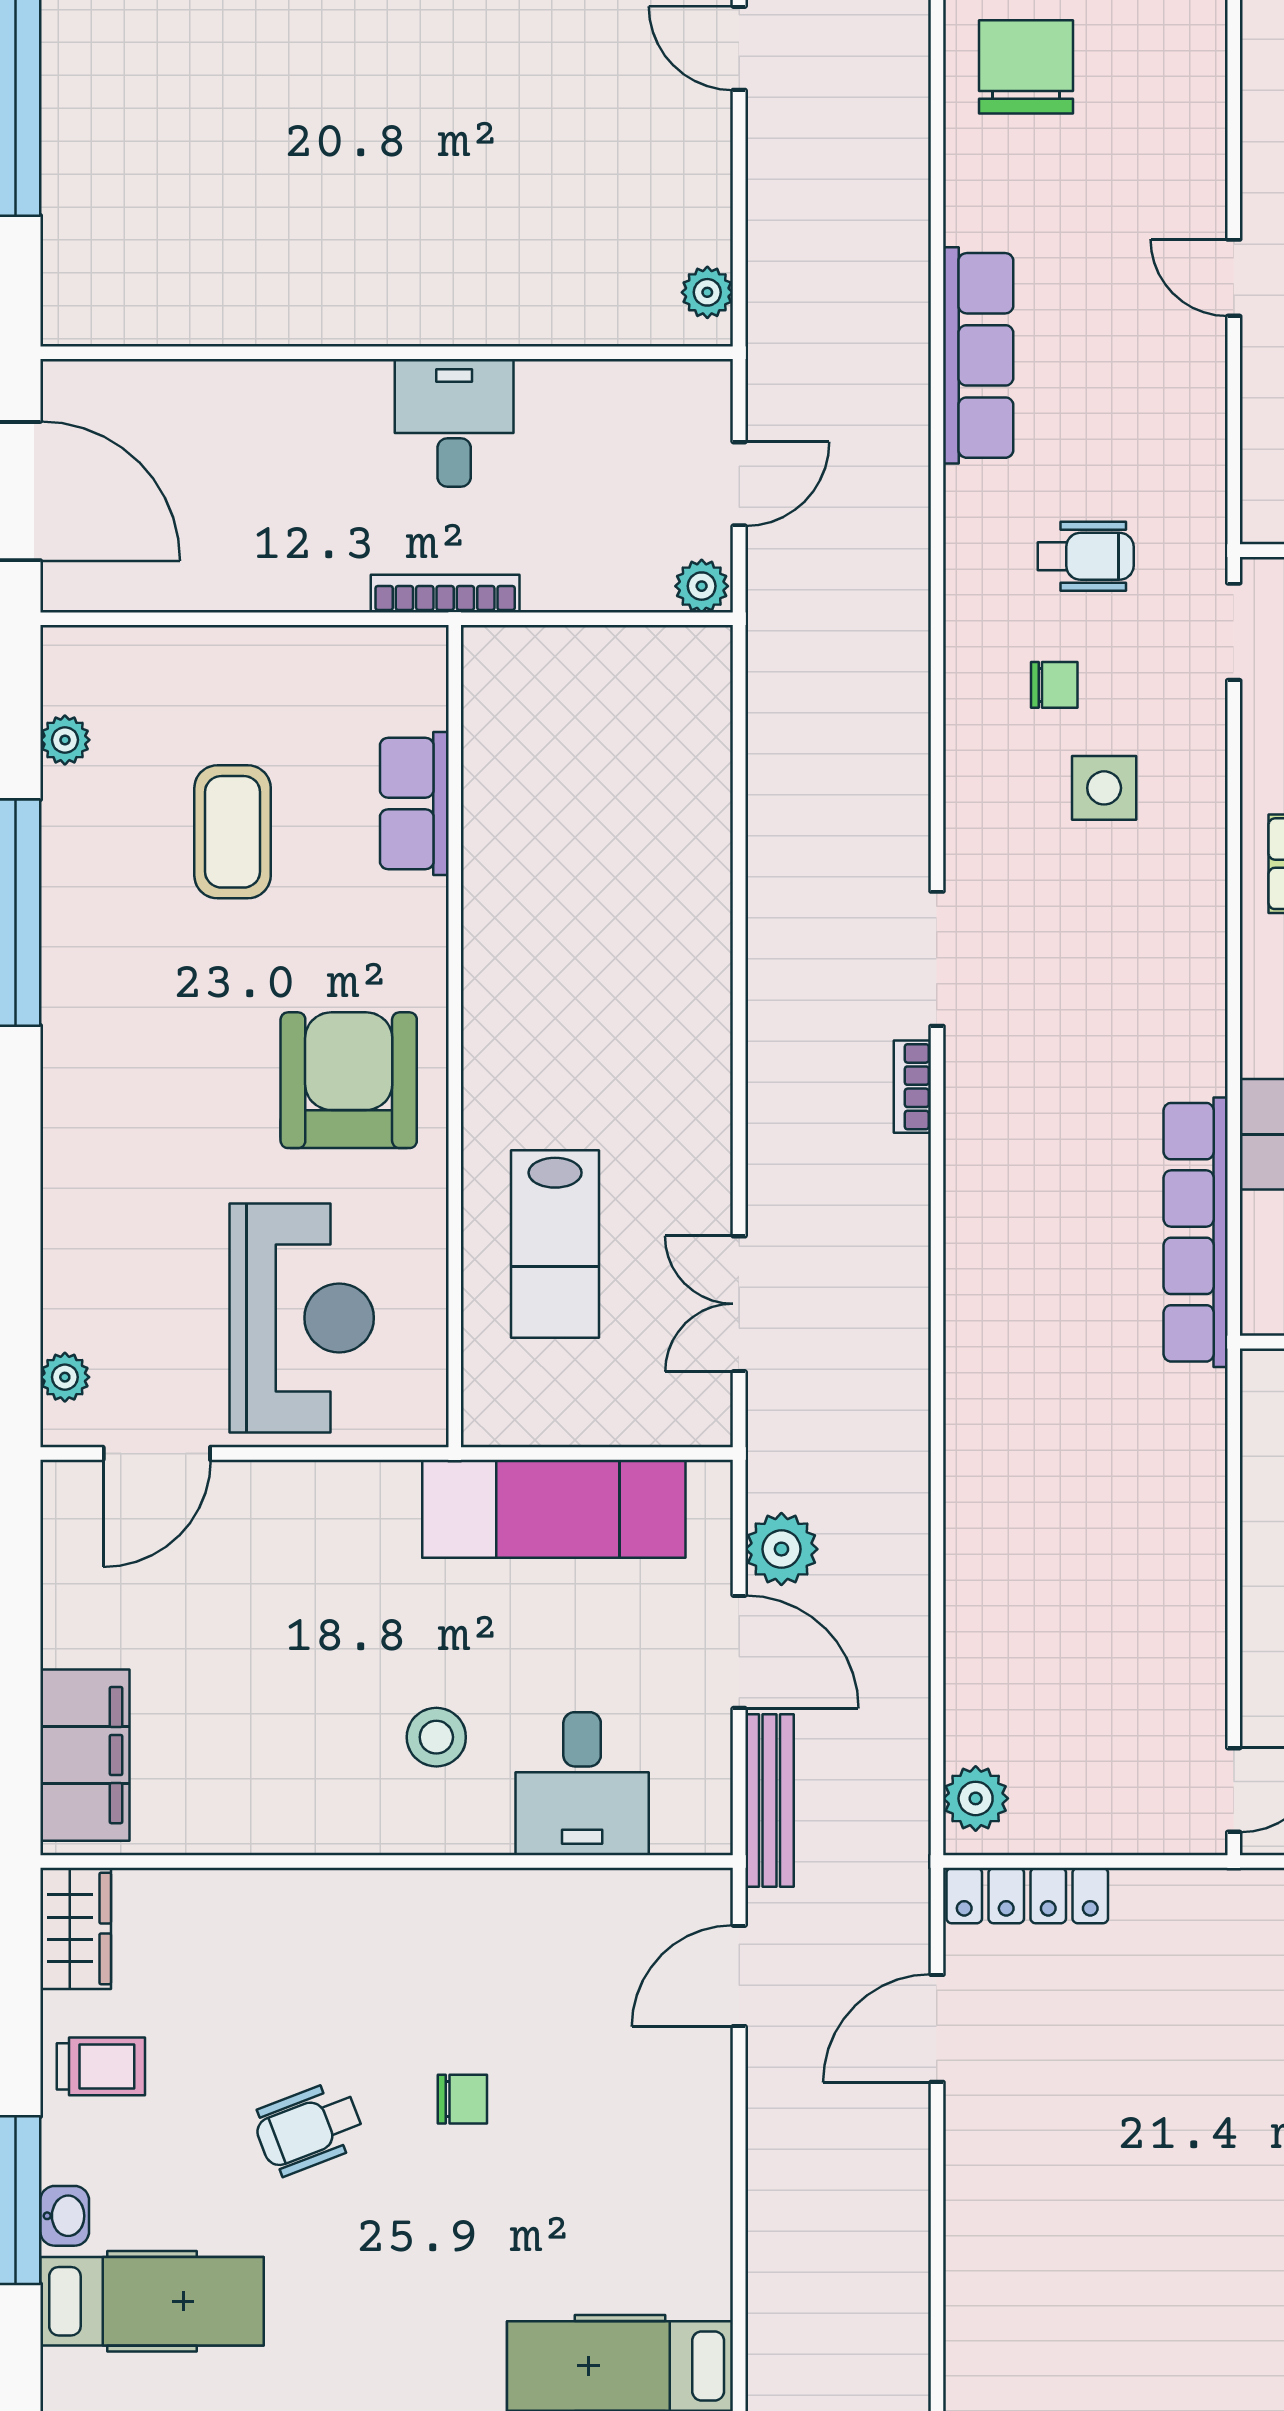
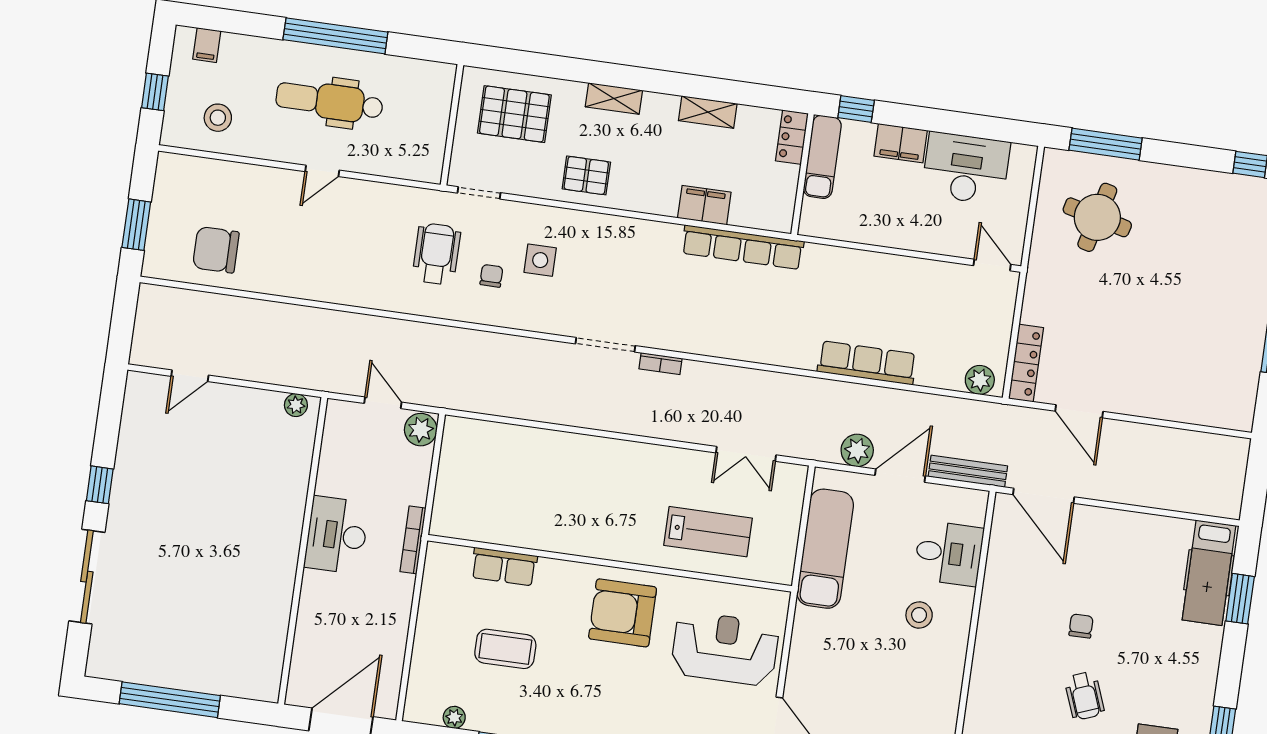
row of seats: (978, 355) -> (867, 363), moved
desk: (454, 423) -> (337, 535), width x1.37
wheelchair: (1086, 556) -> (436, 254), width x1.36, depth x1.37
plant: (702, 586) -> (421, 430), width x1.38, depth x1.38
door: (739, 1976) -> (1044, 496), width x1.36

